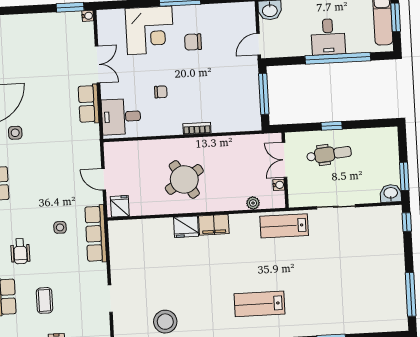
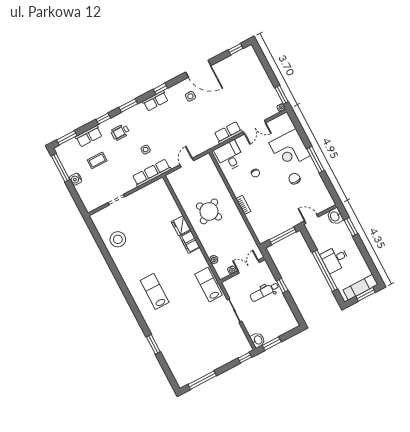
dental chair: (329, 154) -> (264, 292), turned 95
fridge: (120, 206) -> (175, 180), removed

